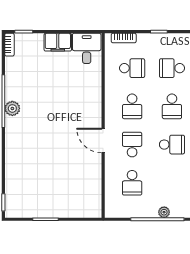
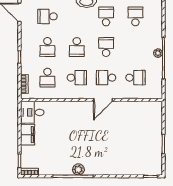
school desk: (132, 68) -> (47, 78), turned 180
school desk: (172, 106) -> (77, 47), turned 90

